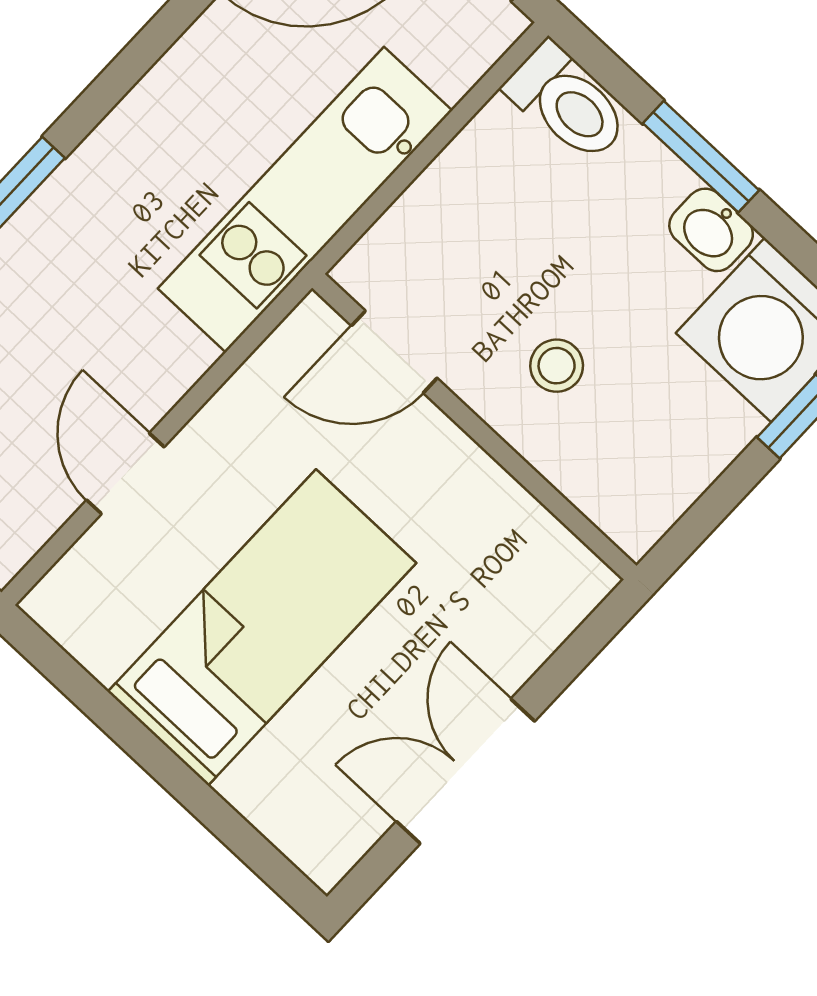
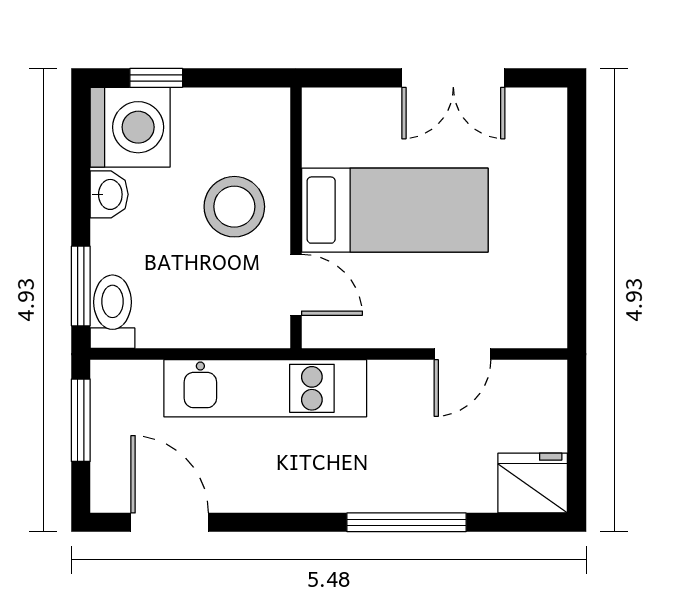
window: (701, 157) -> (81, 286), moved
stool: (557, 366) -> (234, 207), width x1.89, depth x1.89
bed: (262, 627) -> (395, 210), moved, turned 180

